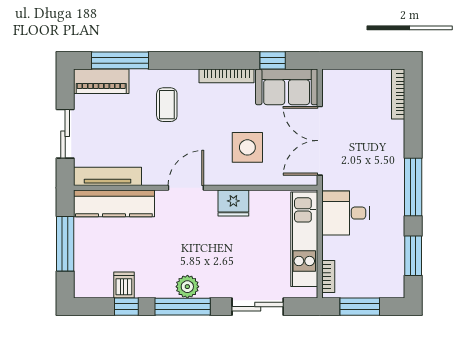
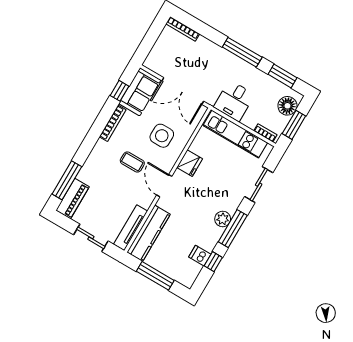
coffee table: (167, 105) -> (132, 162), moved
floor lamp: (379, 284) -> (287, 106), added

